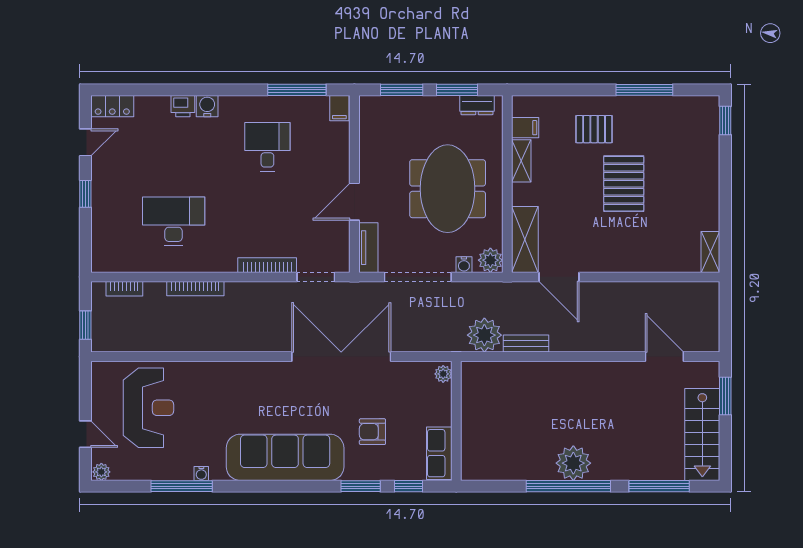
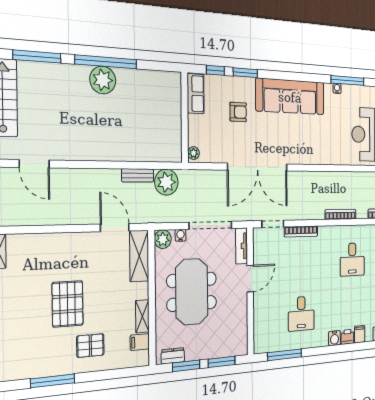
filing cabinet: (339, 108) -> (360, 334), moved
desk: (174, 221) -> (352, 259), width x0.73

